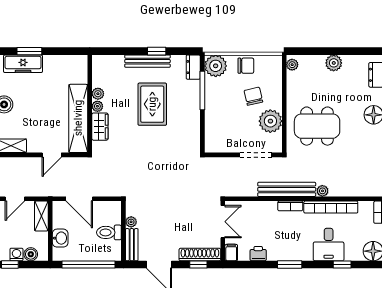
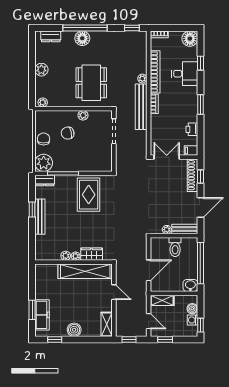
rug: (152, 104) -> (89, 195), moved, turned 90
plant: (270, 121) -> (83, 115), width x0.53, depth x0.53
washbasin: (60, 238) -> (190, 285), moved

